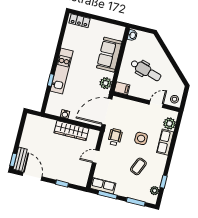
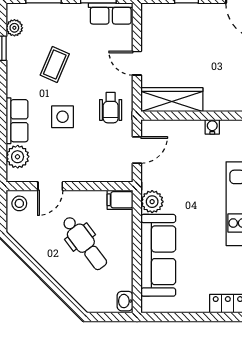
sofa: (109, 55) -> (158, 255), width x1.36
dental chair: (146, 70) -> (84, 243), turned -143
door: (107, 112) -> (137, 150), width x0.53
wardrobe: (71, 131) -> (172, 100), moved
door: (96, 157) -> (137, 63), swing flipped

